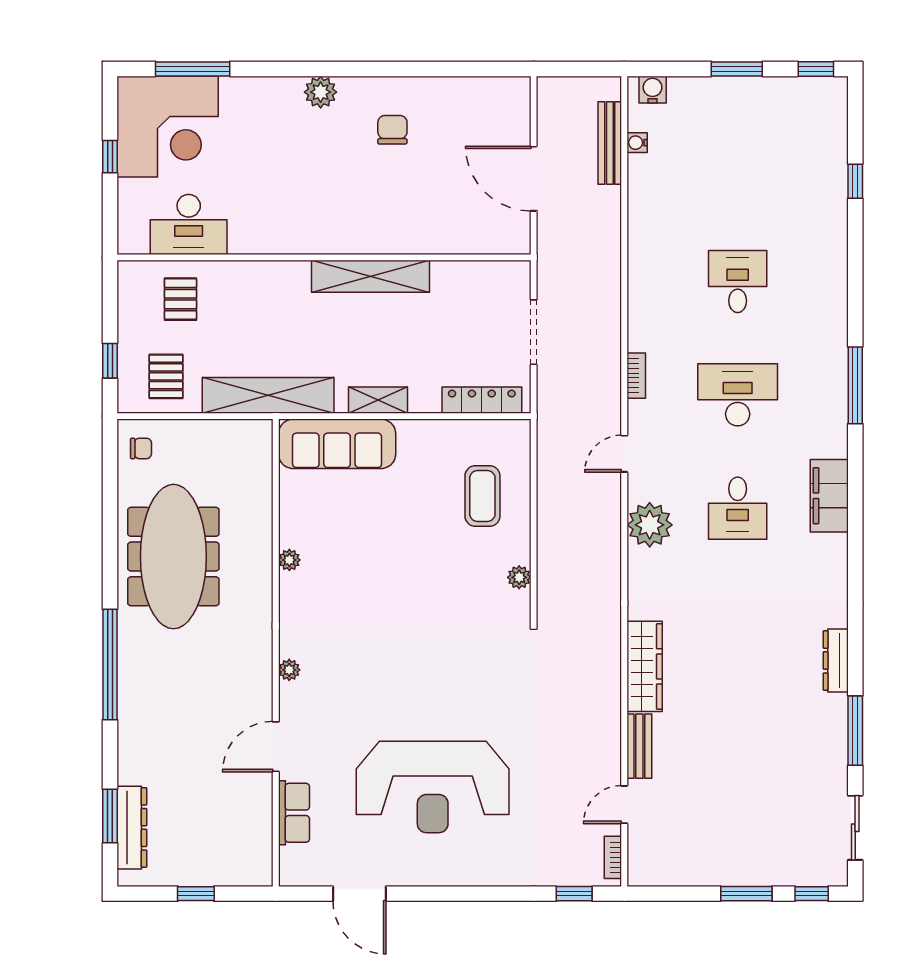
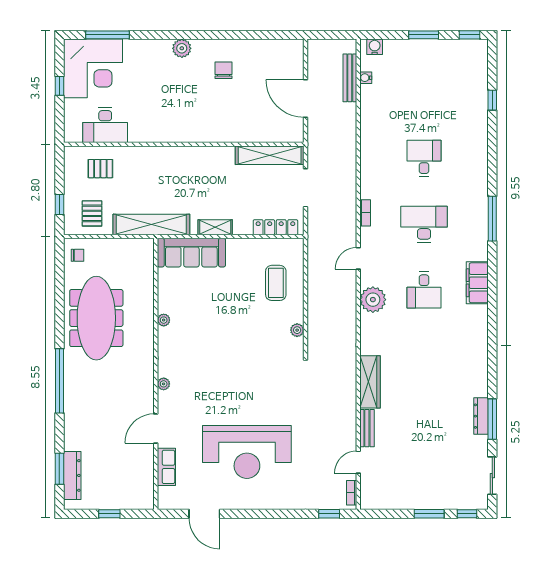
shelving: (371, 276) -> (270, 155), moved
pallet: (180, 299) -> (100, 169), turned 90
dresser: (836, 661) -> (481, 416), moved

